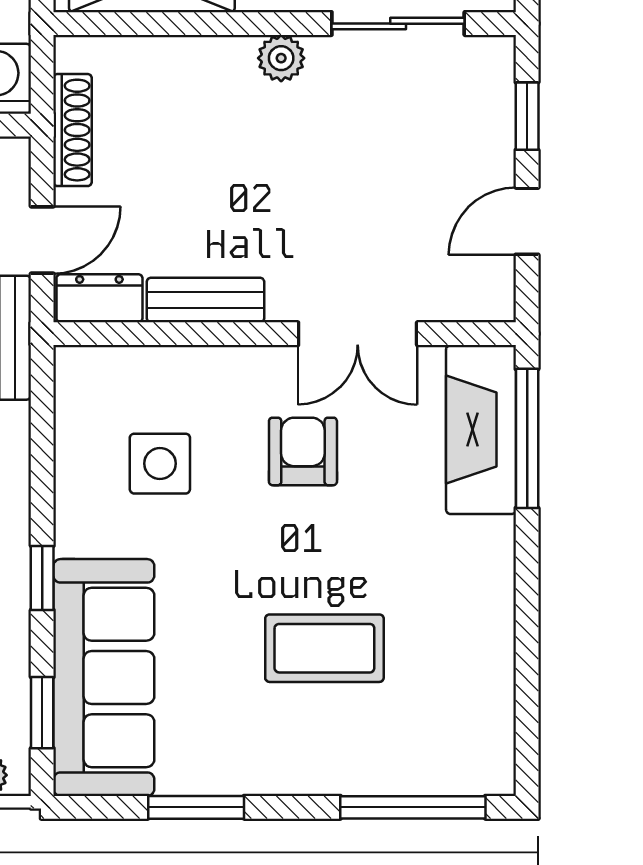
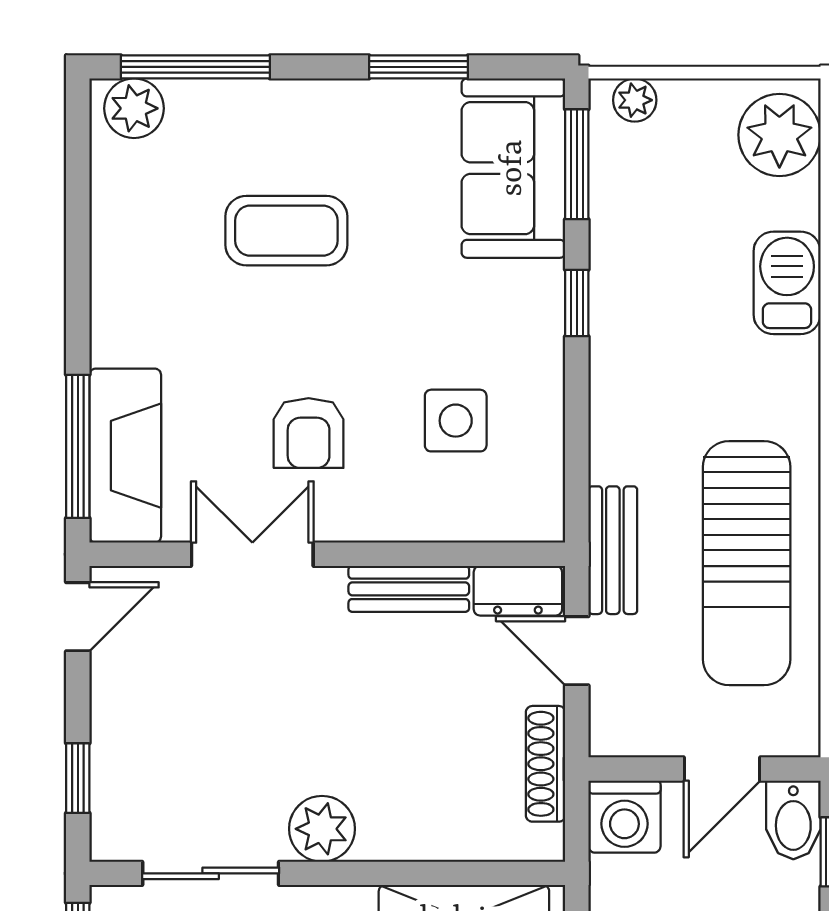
plant: (281, 58) -> (322, 829), width x1.38, depth x1.38
door: (527, 221) -> (78, 617), moved
door: (42, 240) -> (577, 651), hinge flipped
sofa: (104, 677) -> (513, 168), width x0.73
window: (42, 713) -> (577, 164), width x1.50
plant: (473, 767) -> (134, 108), added

